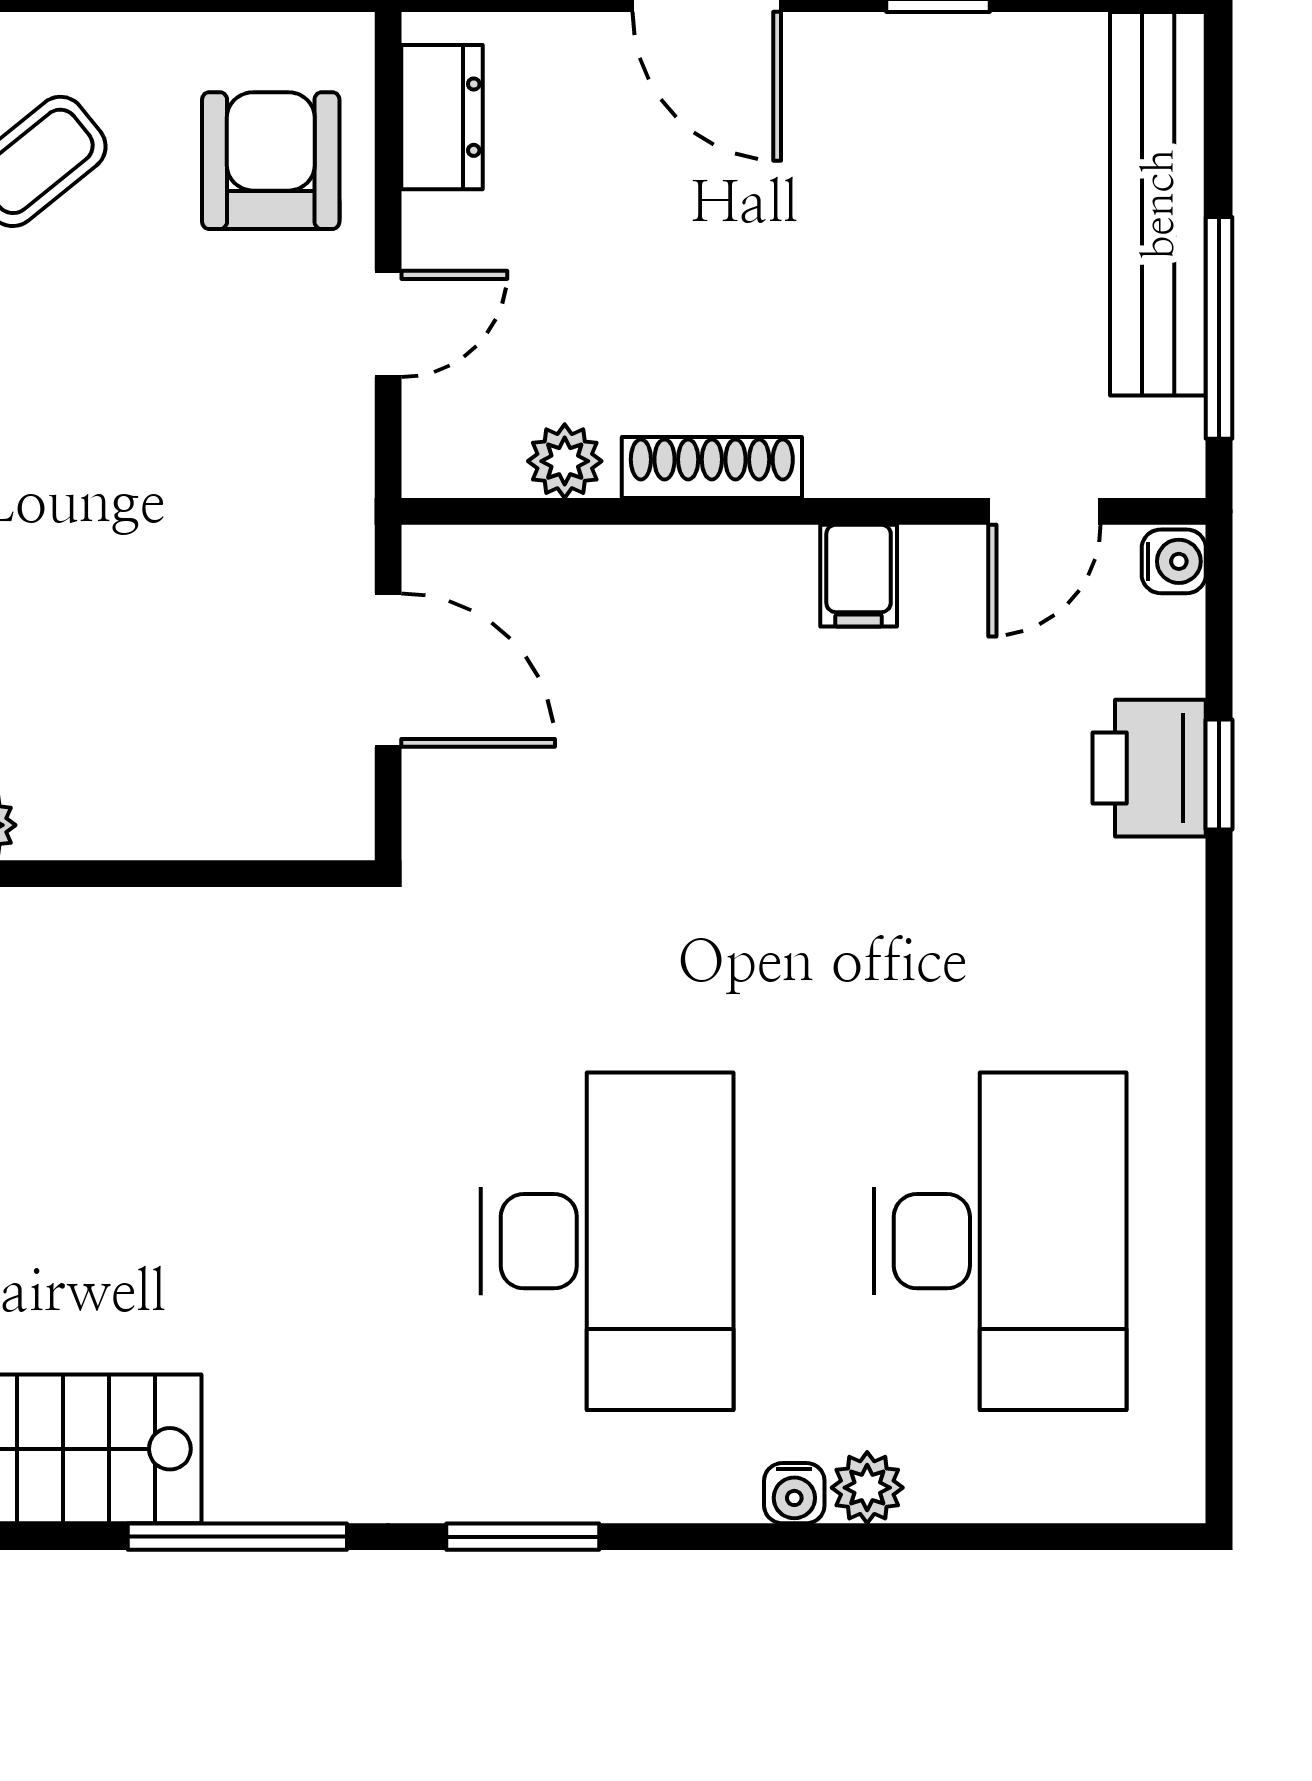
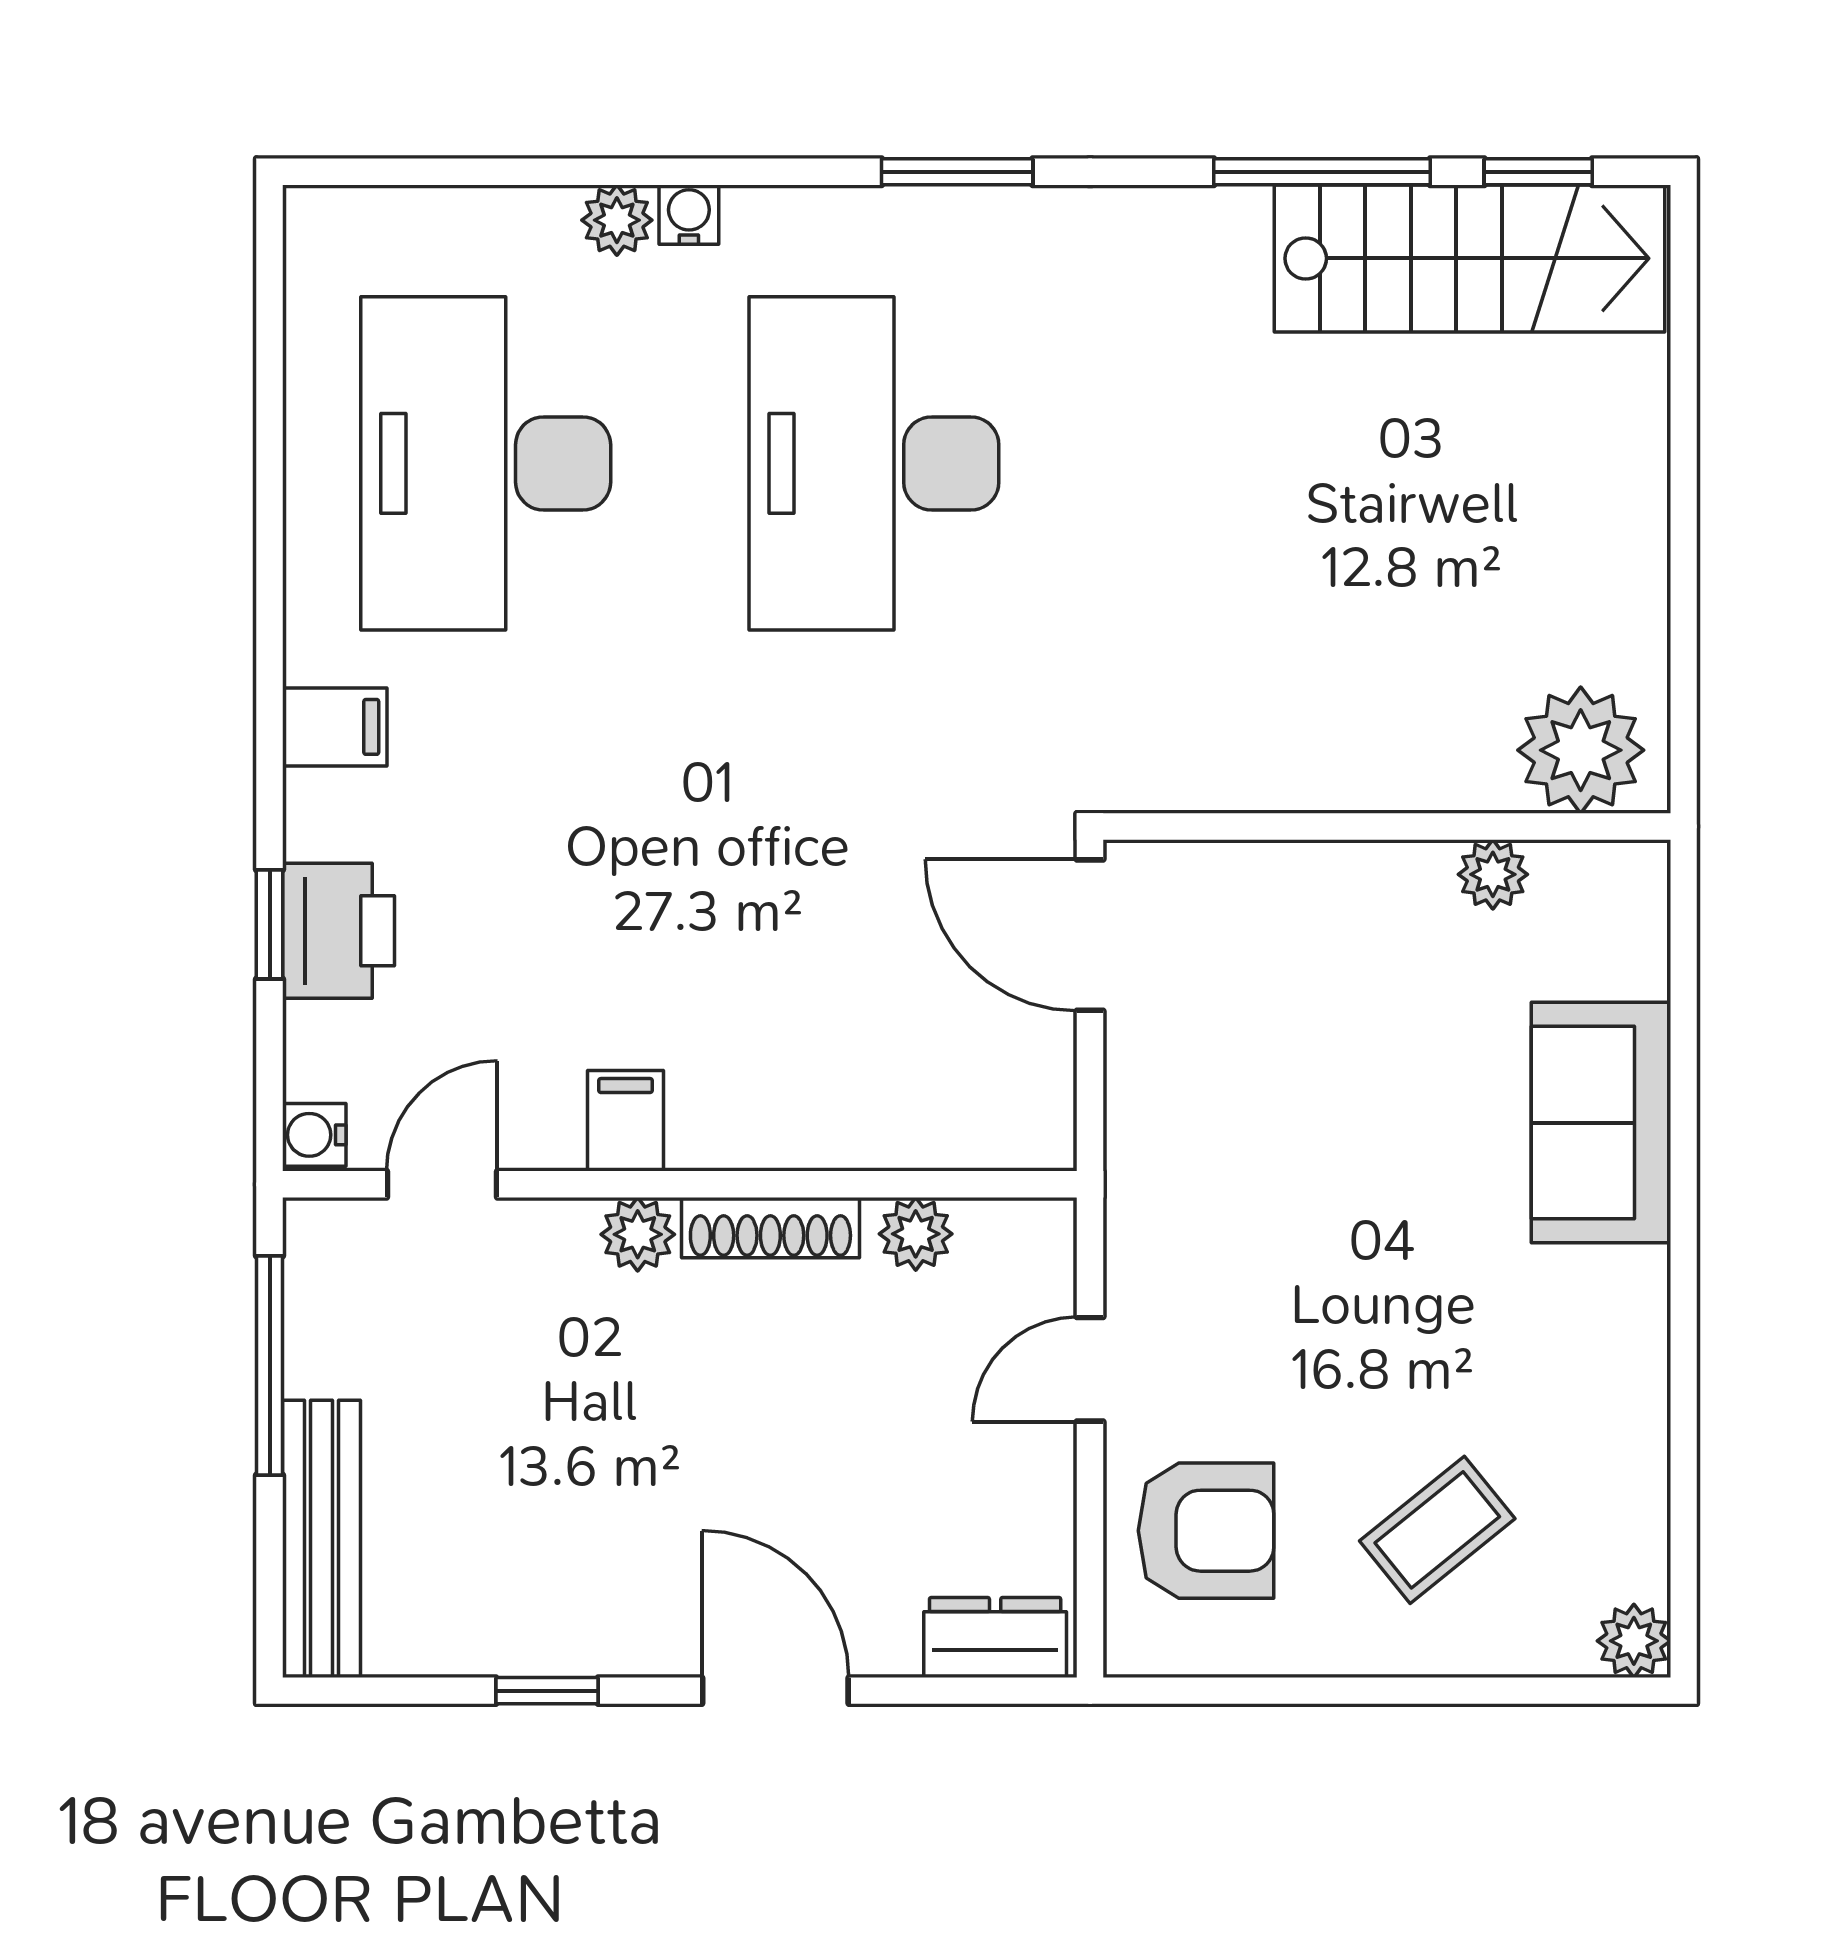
dresser: (442, 117) -> (995, 1637), moved, turned 90
armchair: (271, 161) -> (1206, 1531), turned -90
bench: (1158, 204) -> (321, 1539), width x0.73, depth x0.82
plant: (846, 461) -> (638, 1234), added
door: (388, 670) -> (1090, 935), moved
filing cabinet: (1153, 974) -> (335, 727), added
window: (237, 1537) -> (1322, 172), moved

